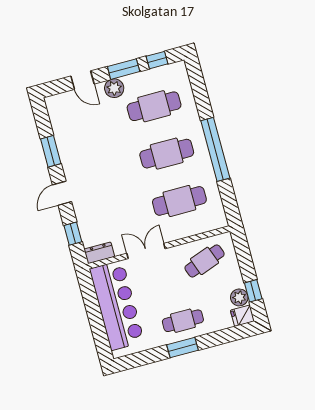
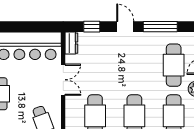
cafe table: (93, 123) -> (174, 65), added
window: (51, 151) -> (160, 27), width x1.44

